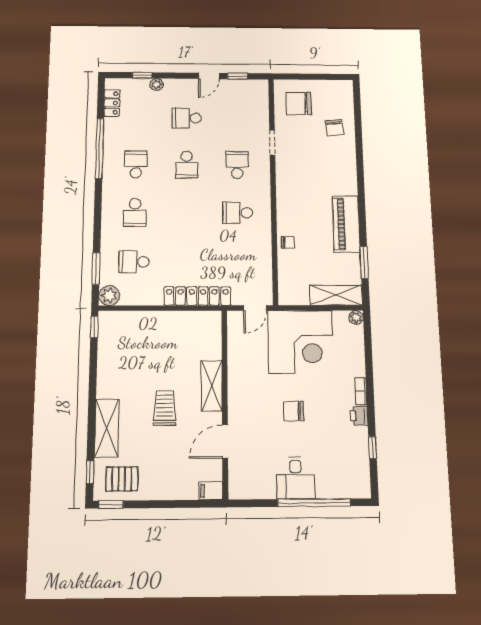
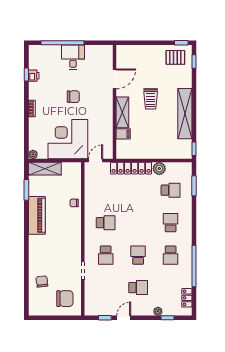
plant: (109, 296) -> (159, 169), moved
printer: (359, 416) -> (34, 76), moved
shelving: (107, 428) -> (185, 114), moved, width x1.47
filing cabinet: (211, 491) -> (123, 134), moved

